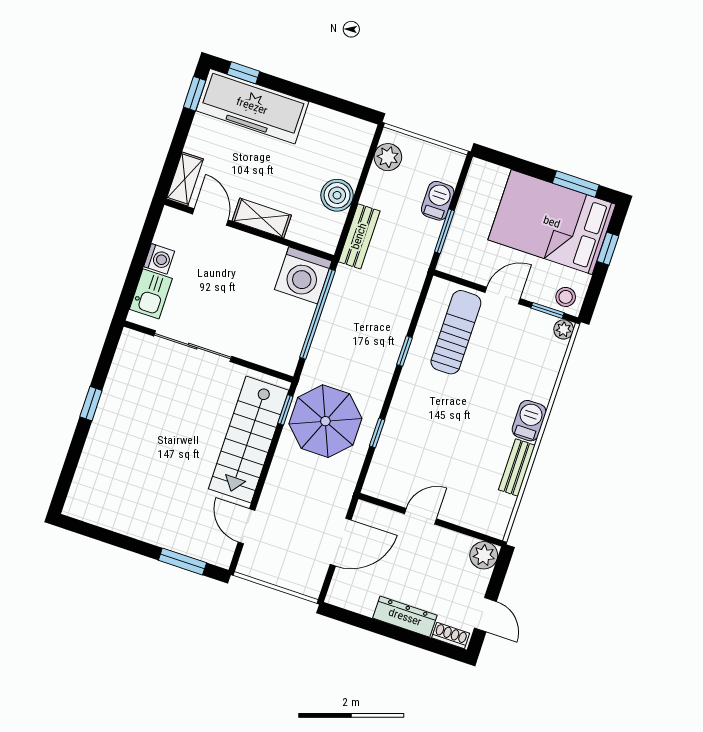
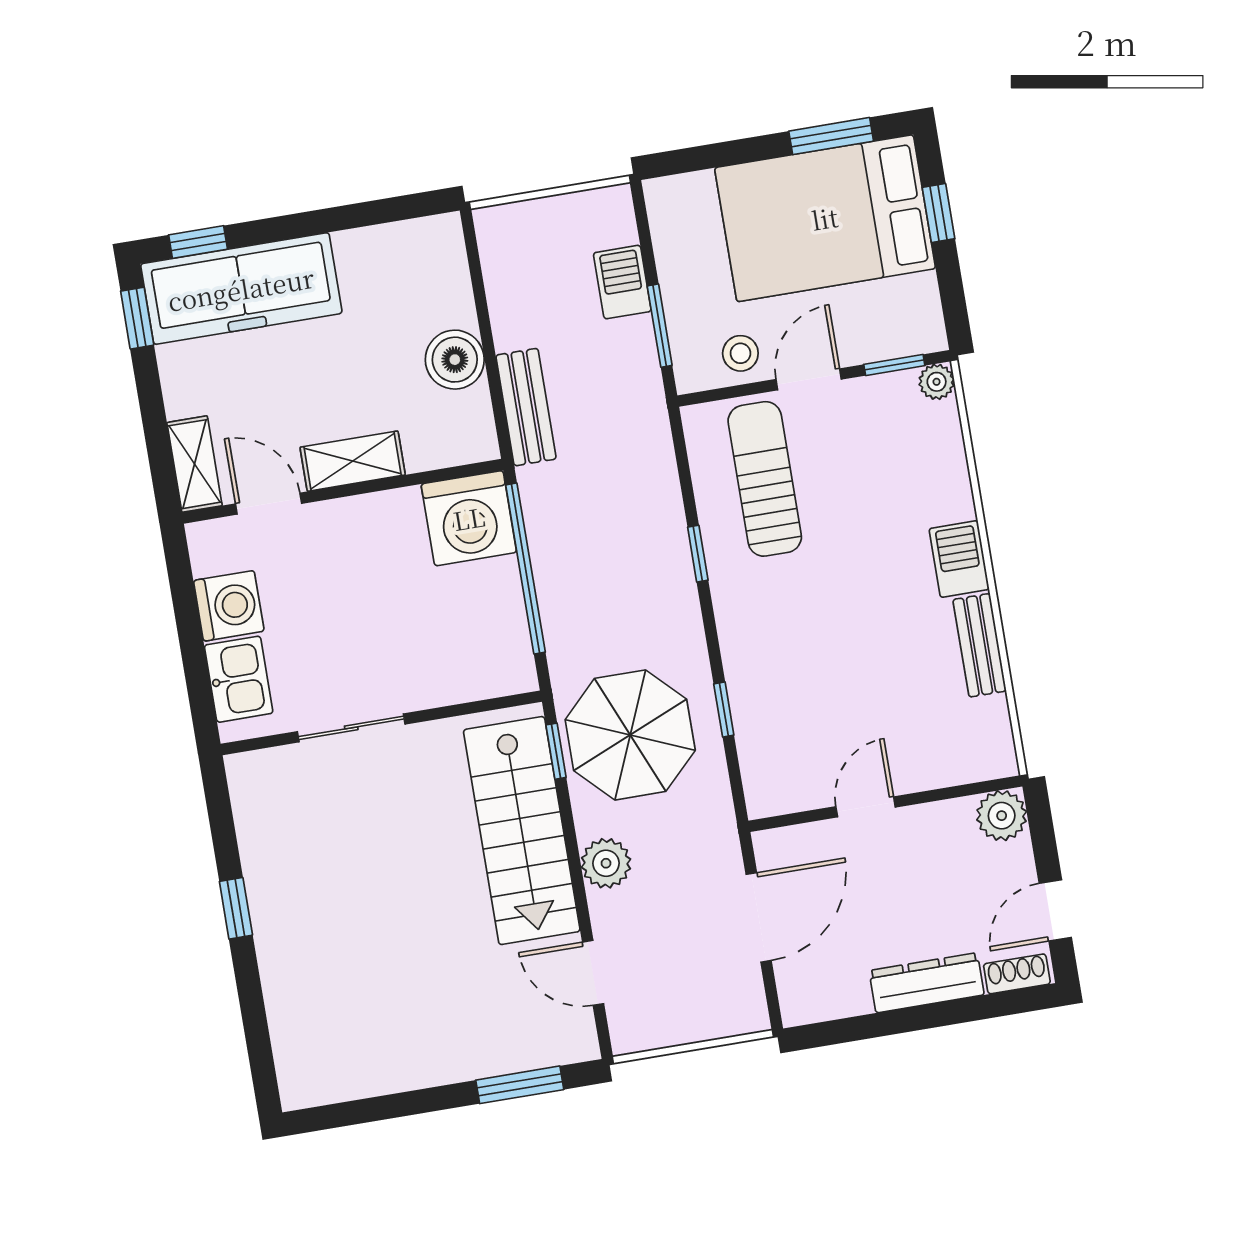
plant: (388, 157) -> (606, 863), moved
washing machine: (159, 259) -> (229, 606), width x1.38, depth x1.38
stool: (566, 297) -> (740, 353), moved
sliding door: (193, 346) -> (351, 728), width x0.73
door: (485, 615) -> (1055, 910), swing flipped

